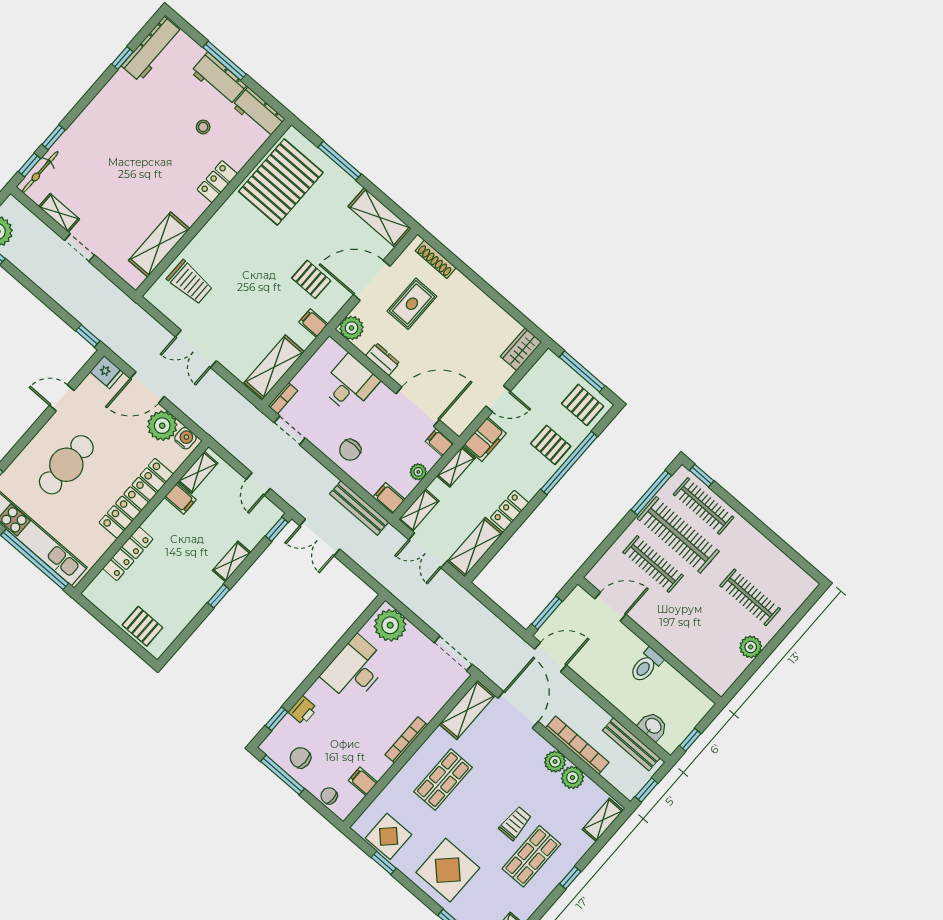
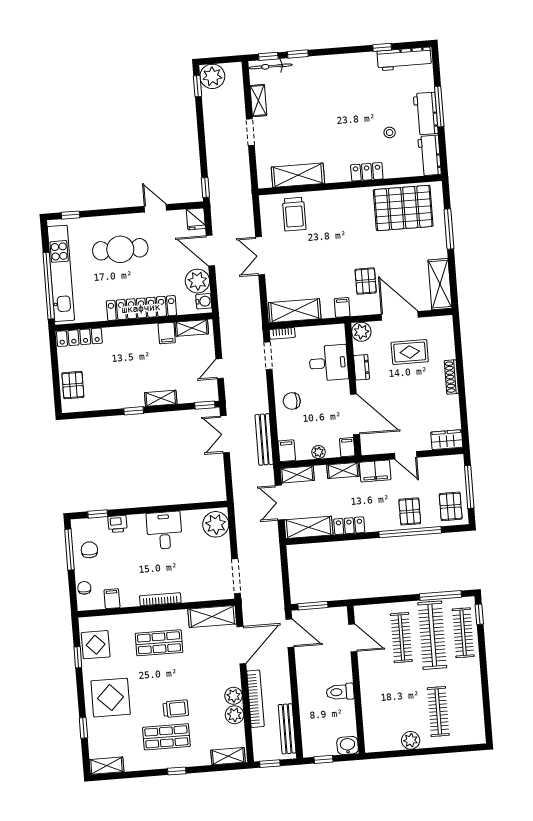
shoe rack: (436, 259) -> (451, 377), moved
locker: (128, 554) -> (79, 337), moved
desk: (355, 669) -> (164, 530), width x0.73
washbasin: (653, 726) -> (348, 745), moved, turned -90

